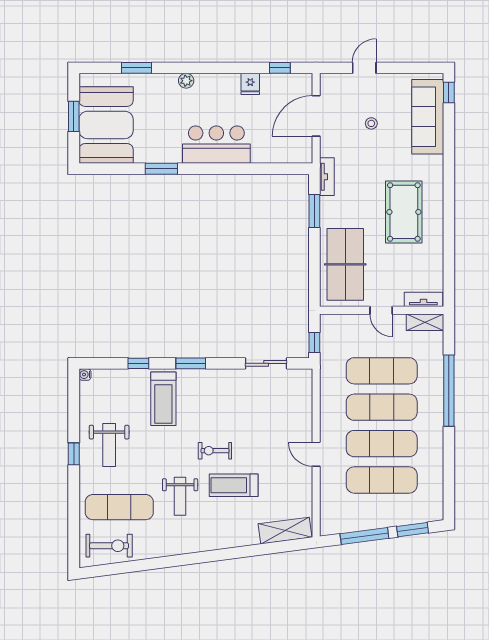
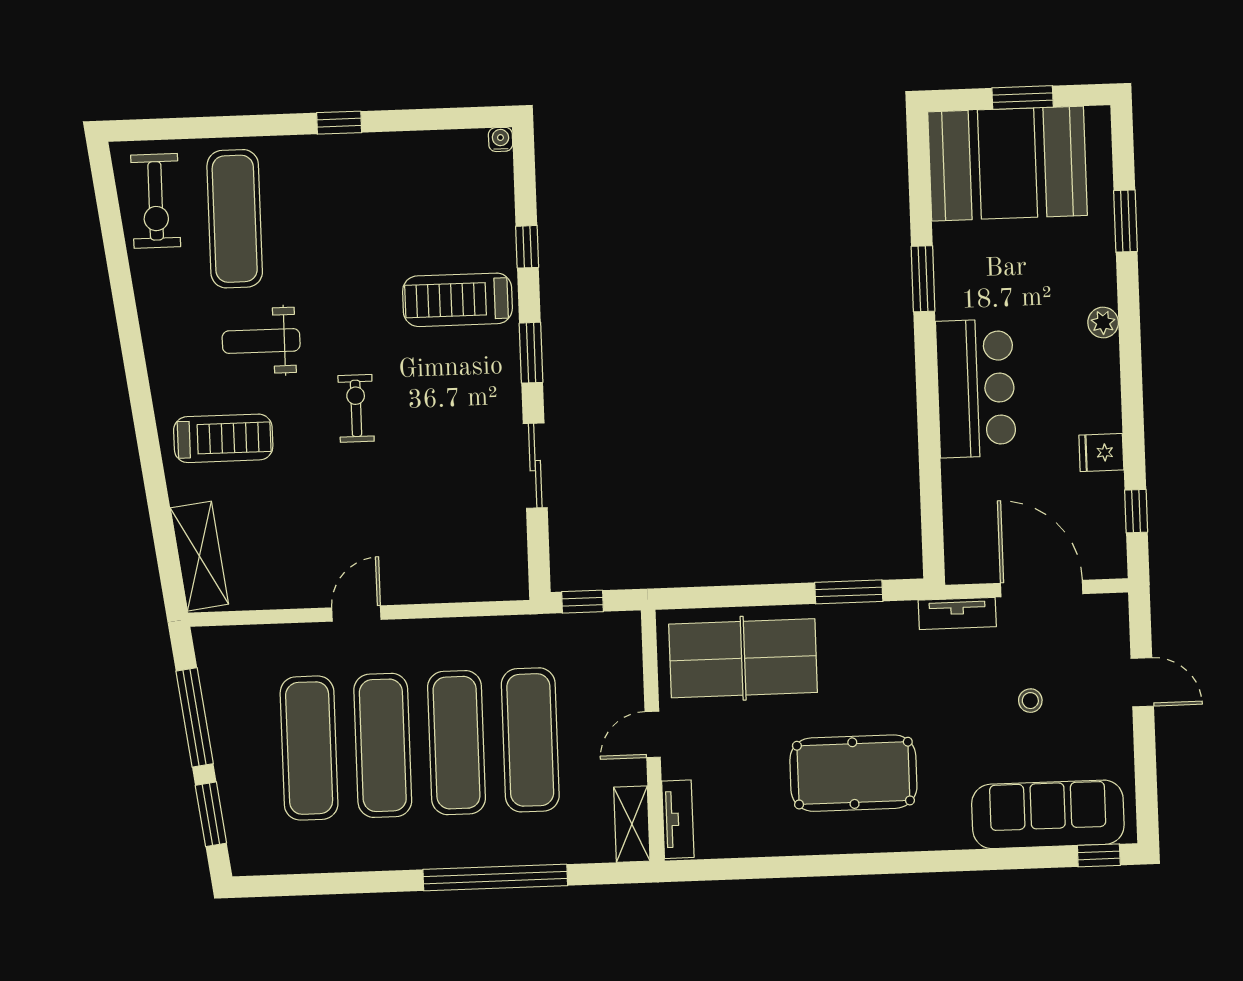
tv unit: (327, 177) -> (957, 613), moved
sliding door: (266, 363) -> (535, 466), moved
weight bench: (109, 445) -> (360, 194), removed
treadmill: (234, 485) -> (223, 438), moved, turned 90

